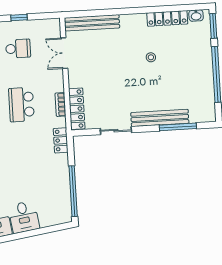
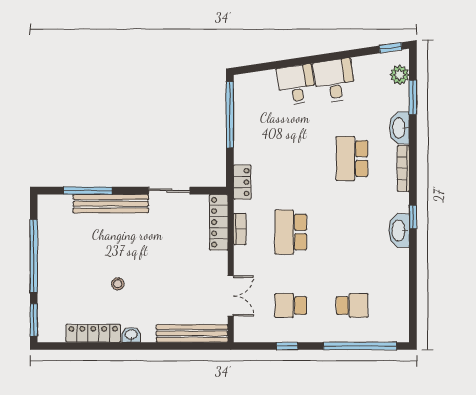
washbasin: (196, 16) -> (131, 335), moved
school desk: (21, 105) -> (291, 232), turned 180

